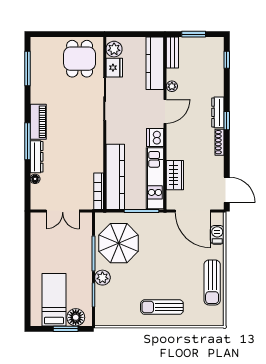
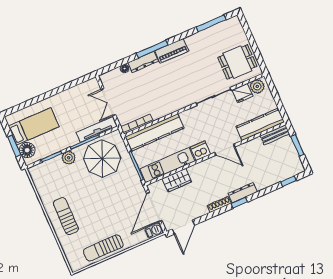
plant: (172, 86) -> (248, 146), removed
tv unit: (86, 235) -> (97, 129), added
barbecue: (217, 235) -> (154, 231), moved

